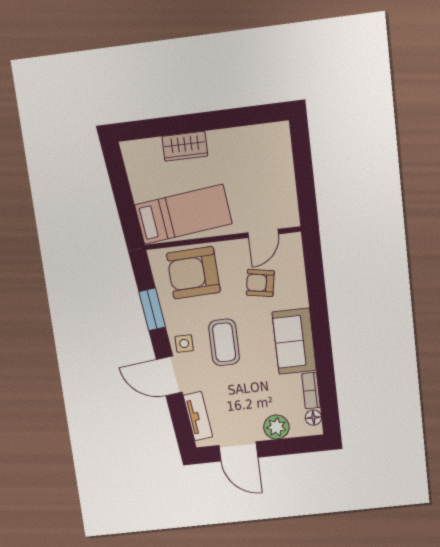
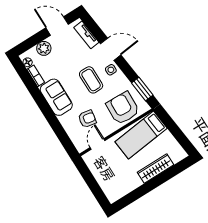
wardrobe: (185, 146) -> (155, 169), width x1.50
armchair: (193, 273) -> (123, 108), turned -86
window: (152, 309) -> (142, 89), moved

